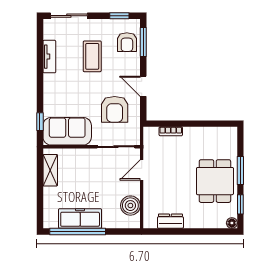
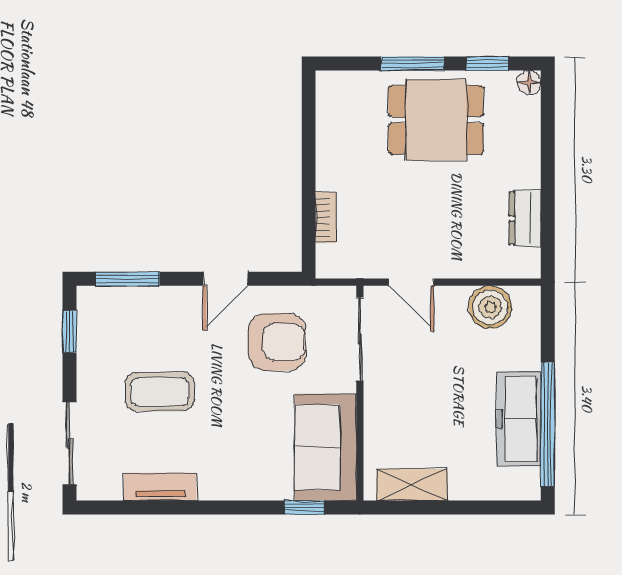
armchair: (127, 42) -> (128, 315), removed

